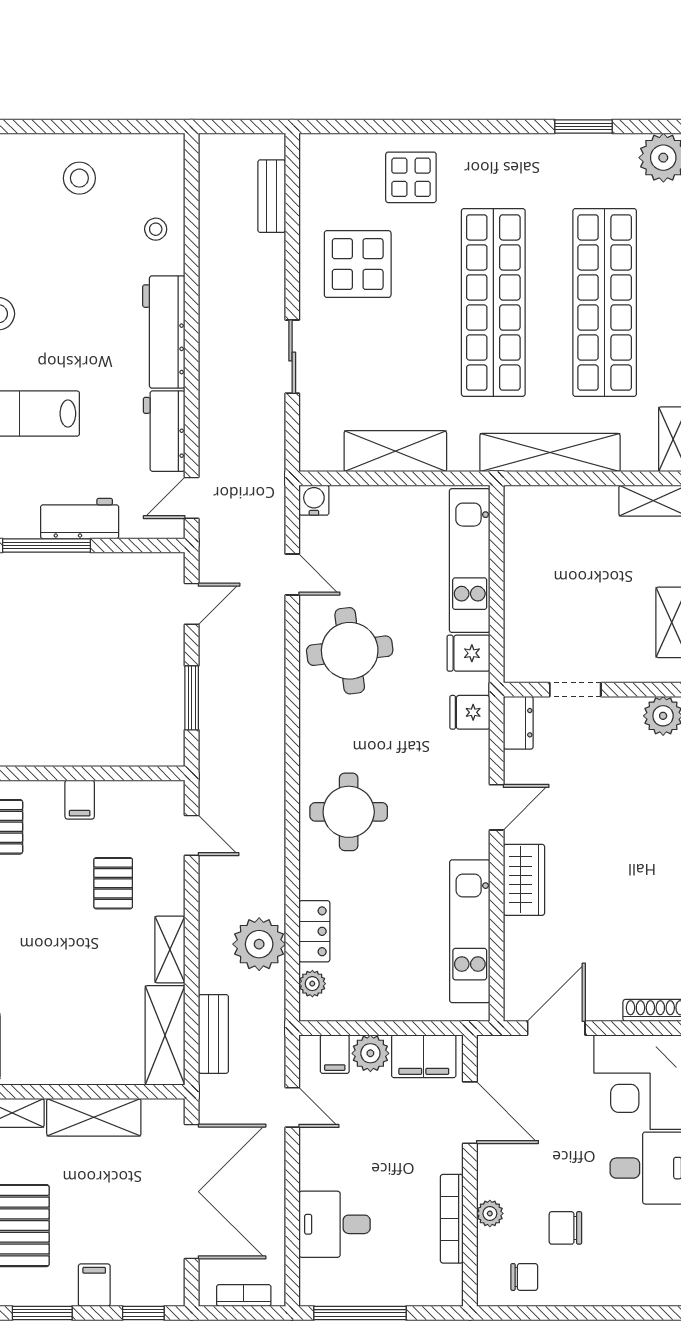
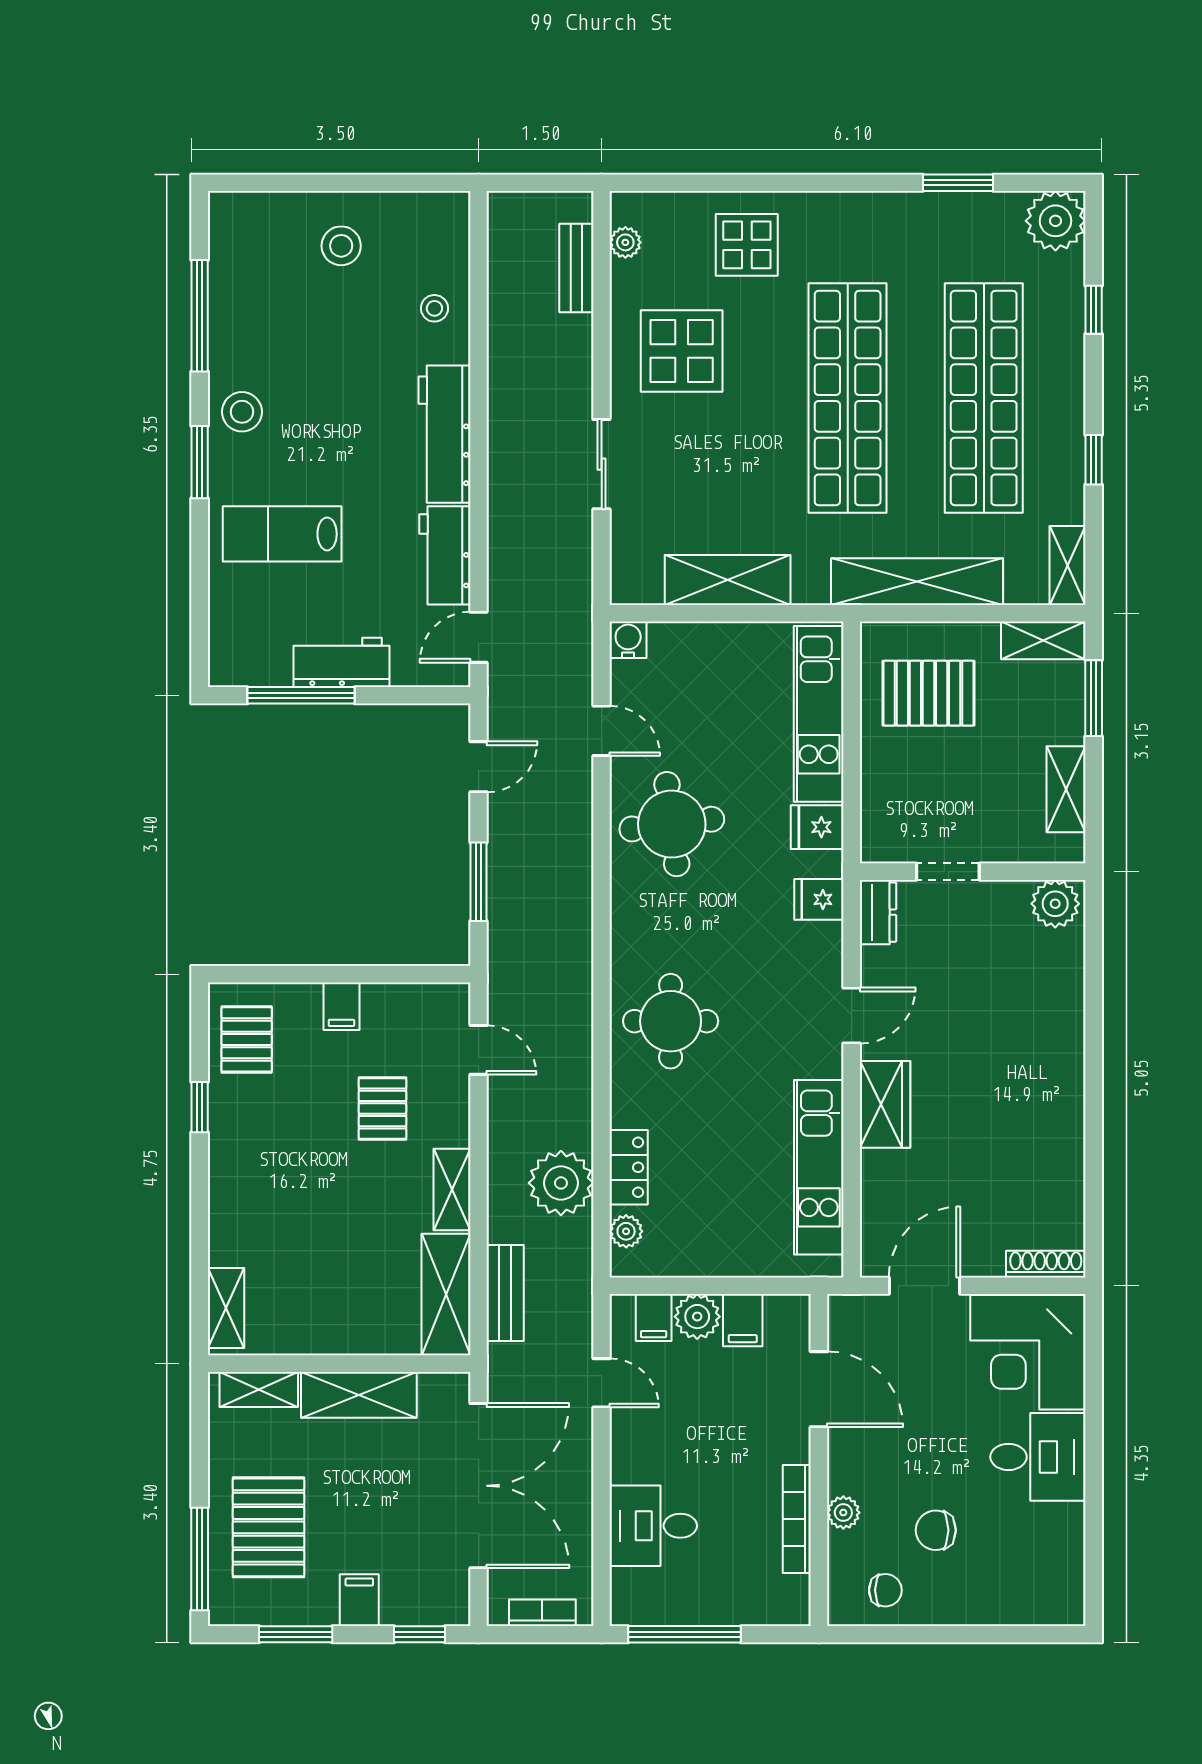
plant: (312, 175) -> (625, 242), added
pallet: (559, 544) -> (929, 693), added
filing cabinet: (424, 1056) -> (743, 1320), width x0.50

